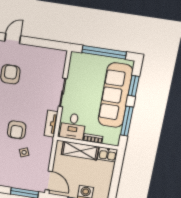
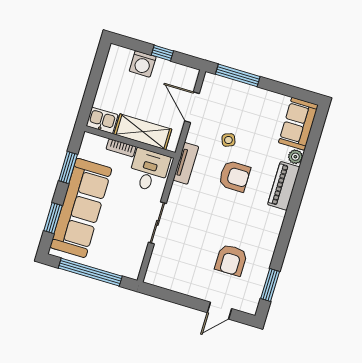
window: (127, 121) -> (68, 167), width x0.69
tv unit: (51, 124) -> (186, 163), moved
armchair: (17, 130) -> (234, 176), turned 90
door: (49, 181) -> (192, 107), moved

